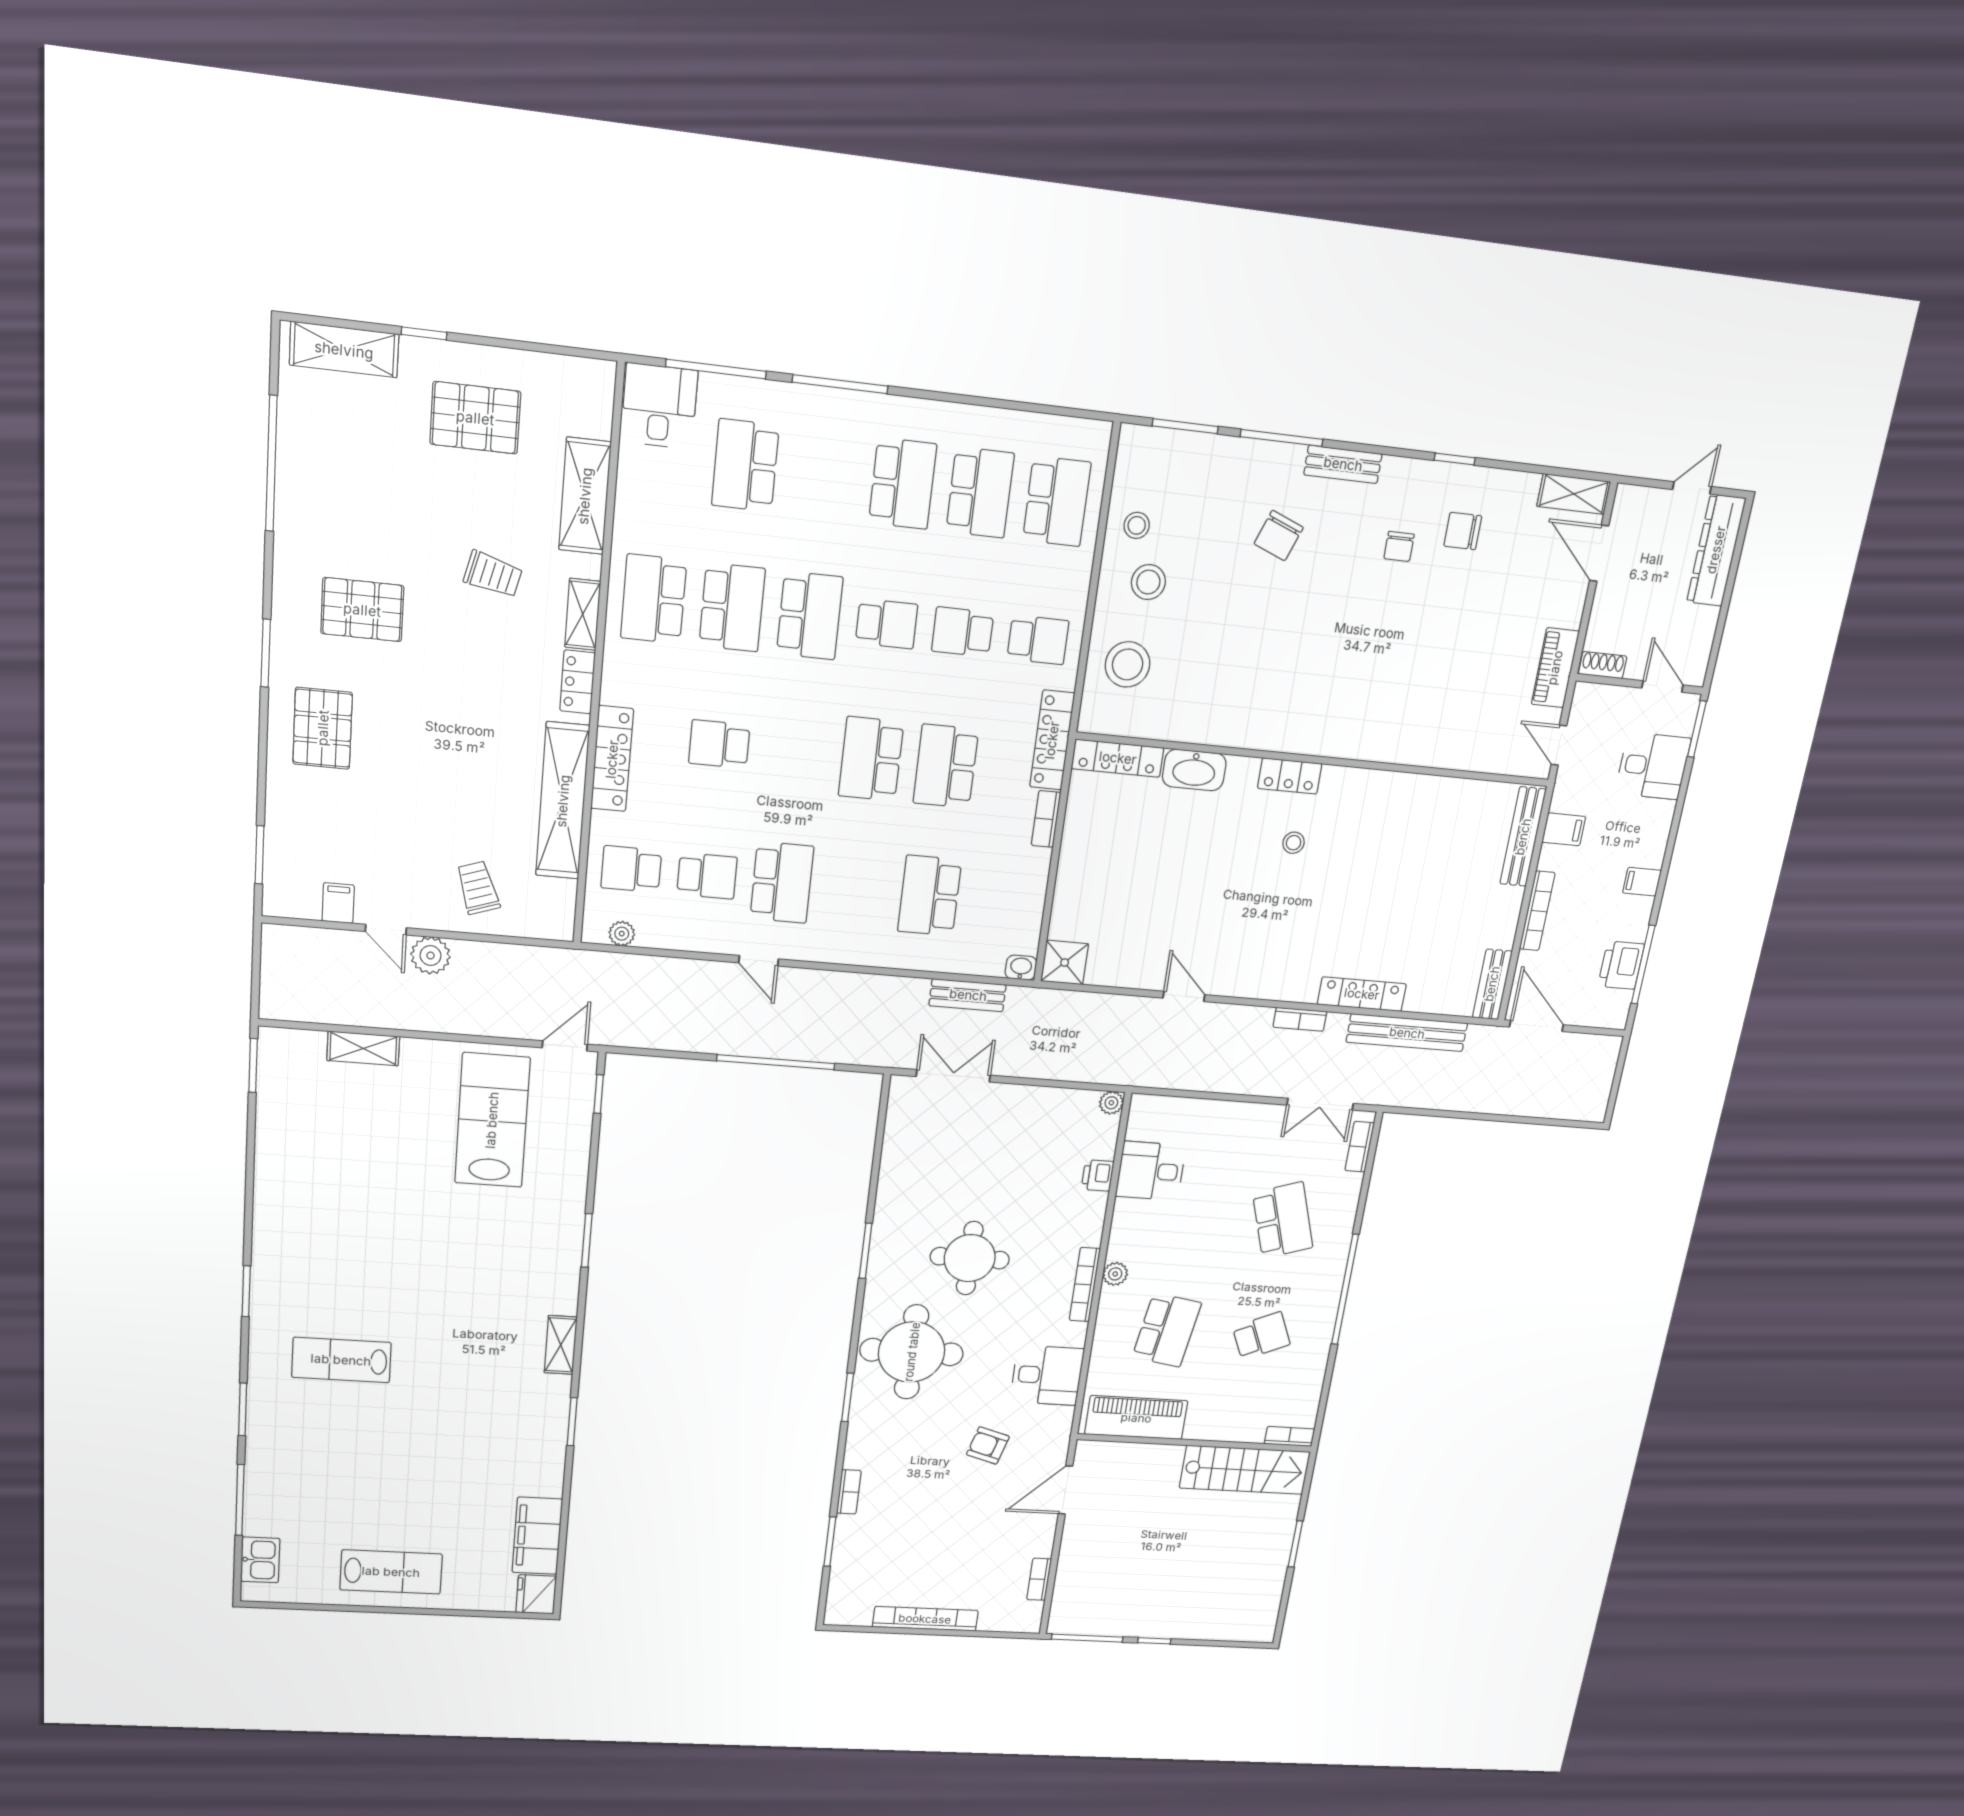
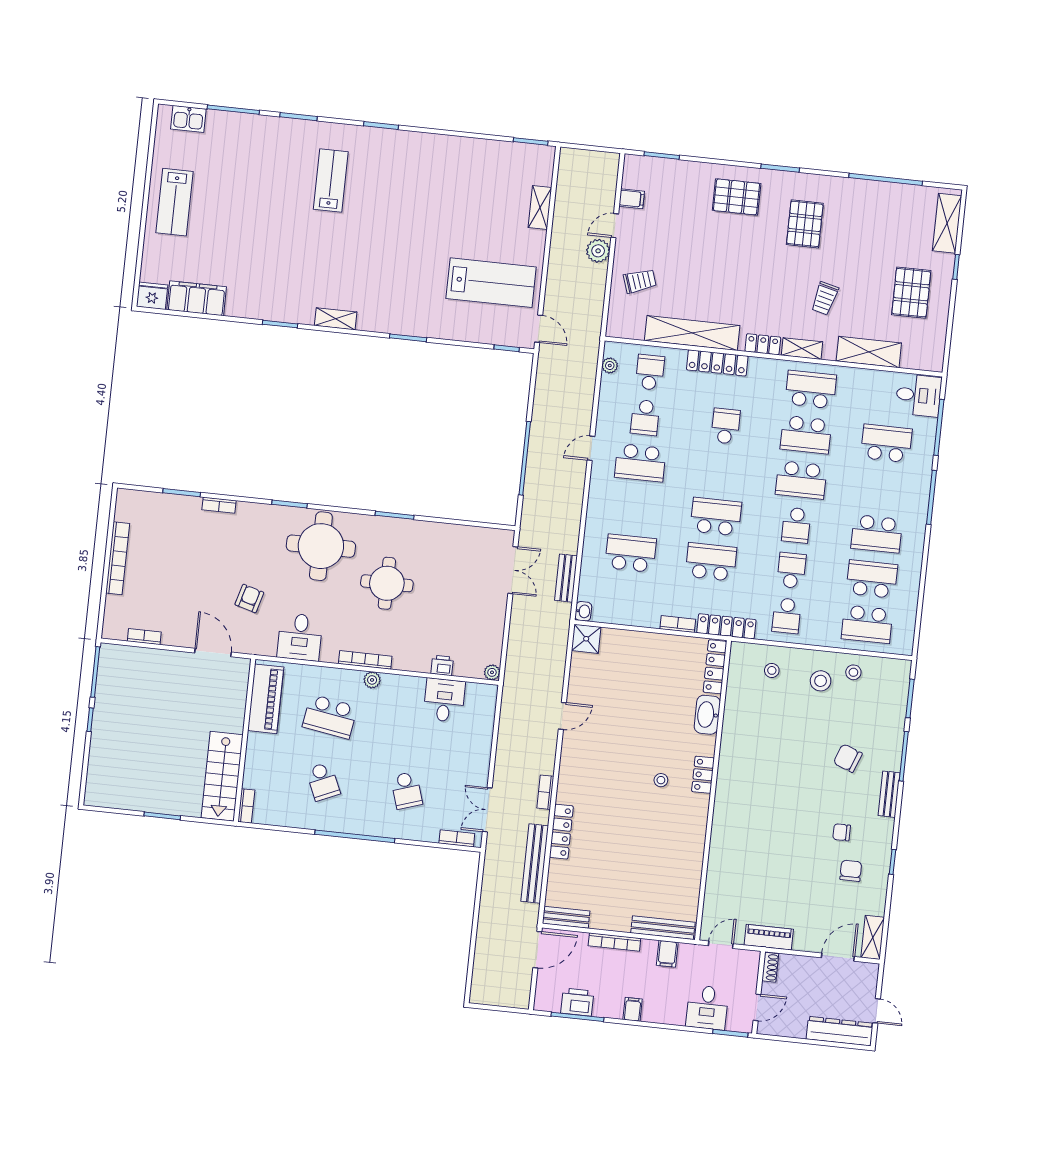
school desk: (980, 492) -> (872, 579), turned 180
stool: (1128, 664) -> (772, 670), width x0.53, depth x0.53
school desk: (1283, 1220) -> (406, 790), width x0.54

